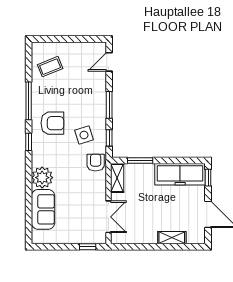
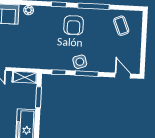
side table: (84, 135) -> (80, 62), moved
armchair: (96, 163) -> (39, 60), removed
plant: (42, 178) -> (29, 10), width x0.53, depth x0.53

